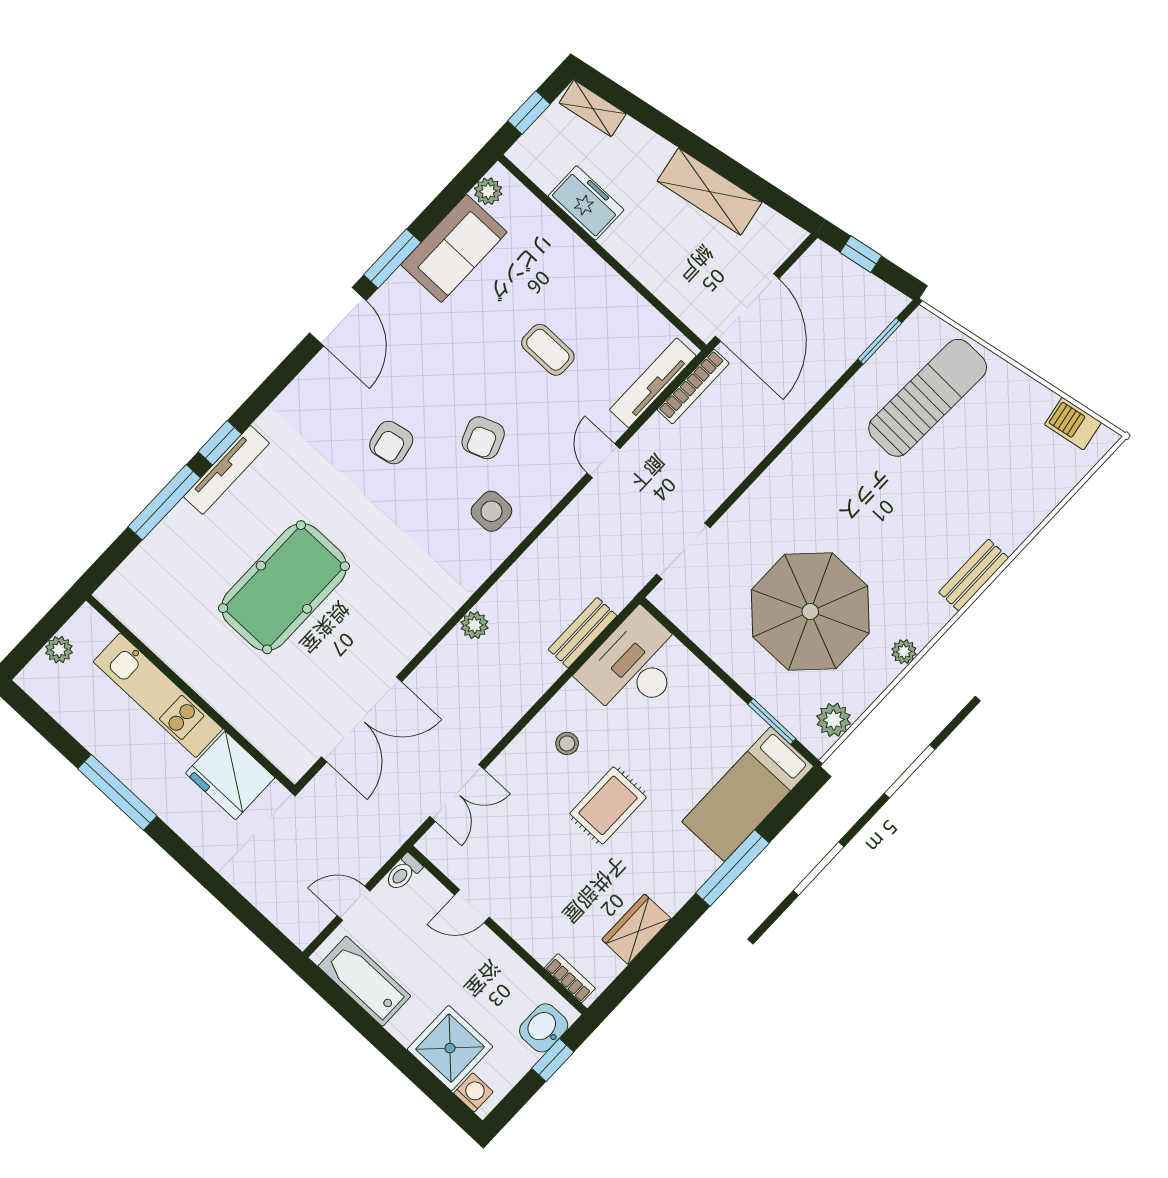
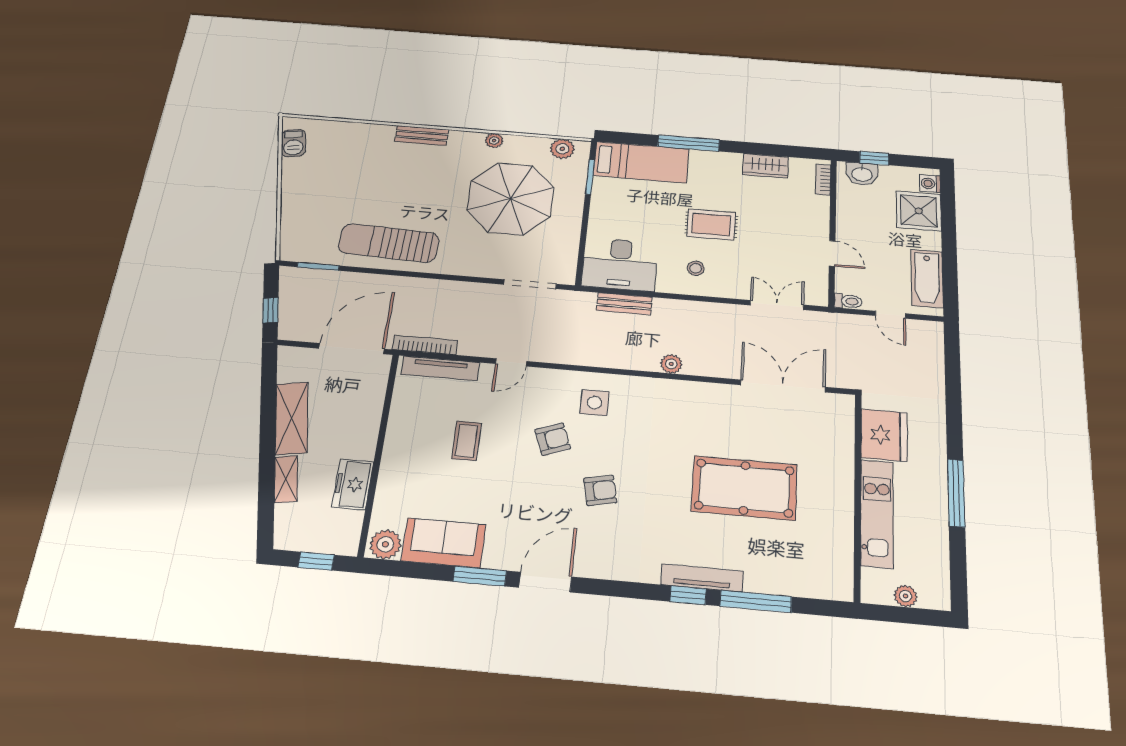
shelving: (593, 108) -> (286, 479), moved
plant: (488, 191) -> (385, 544), width x1.38, depth x1.38
sun lounger: (928, 398) -> (389, 243), moved

